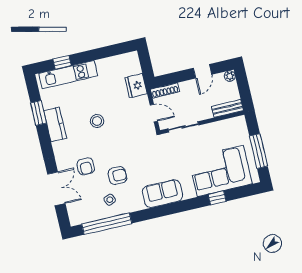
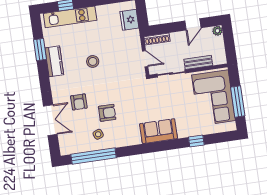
fridge: (136, 86) -> (129, 20), moved
bench: (227, 108) -> (198, 62), moved
corner sofa: (220, 171) -> (214, 98), moved, turned -90
sofa: (163, 194) -> (159, 131), moved

